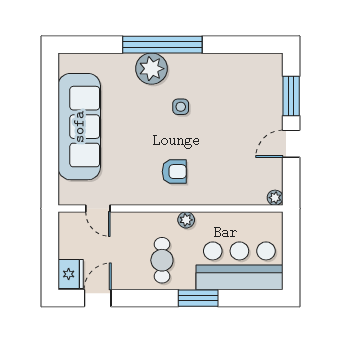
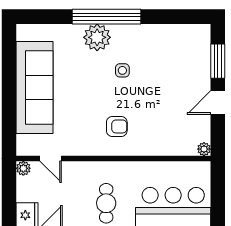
plant: (186, 220) -> (23, 168), moved

